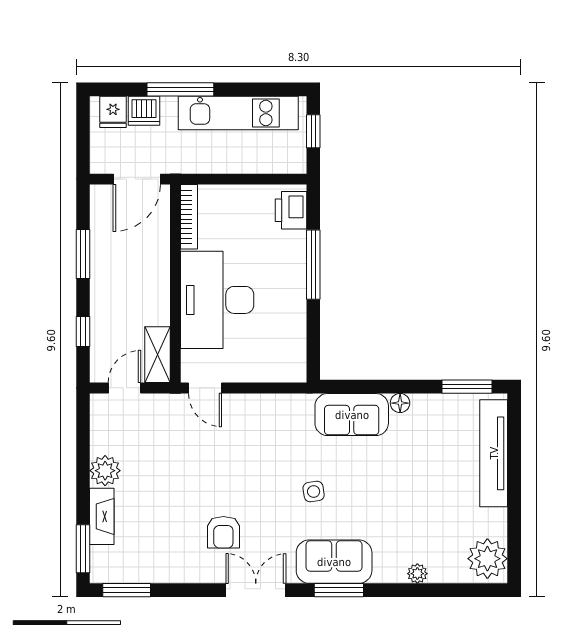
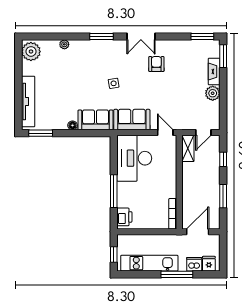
desk: (217, 300) -> (134, 158), moved, turned 180
sofa: (334, 562) -> (132, 120), moved, turned 180

